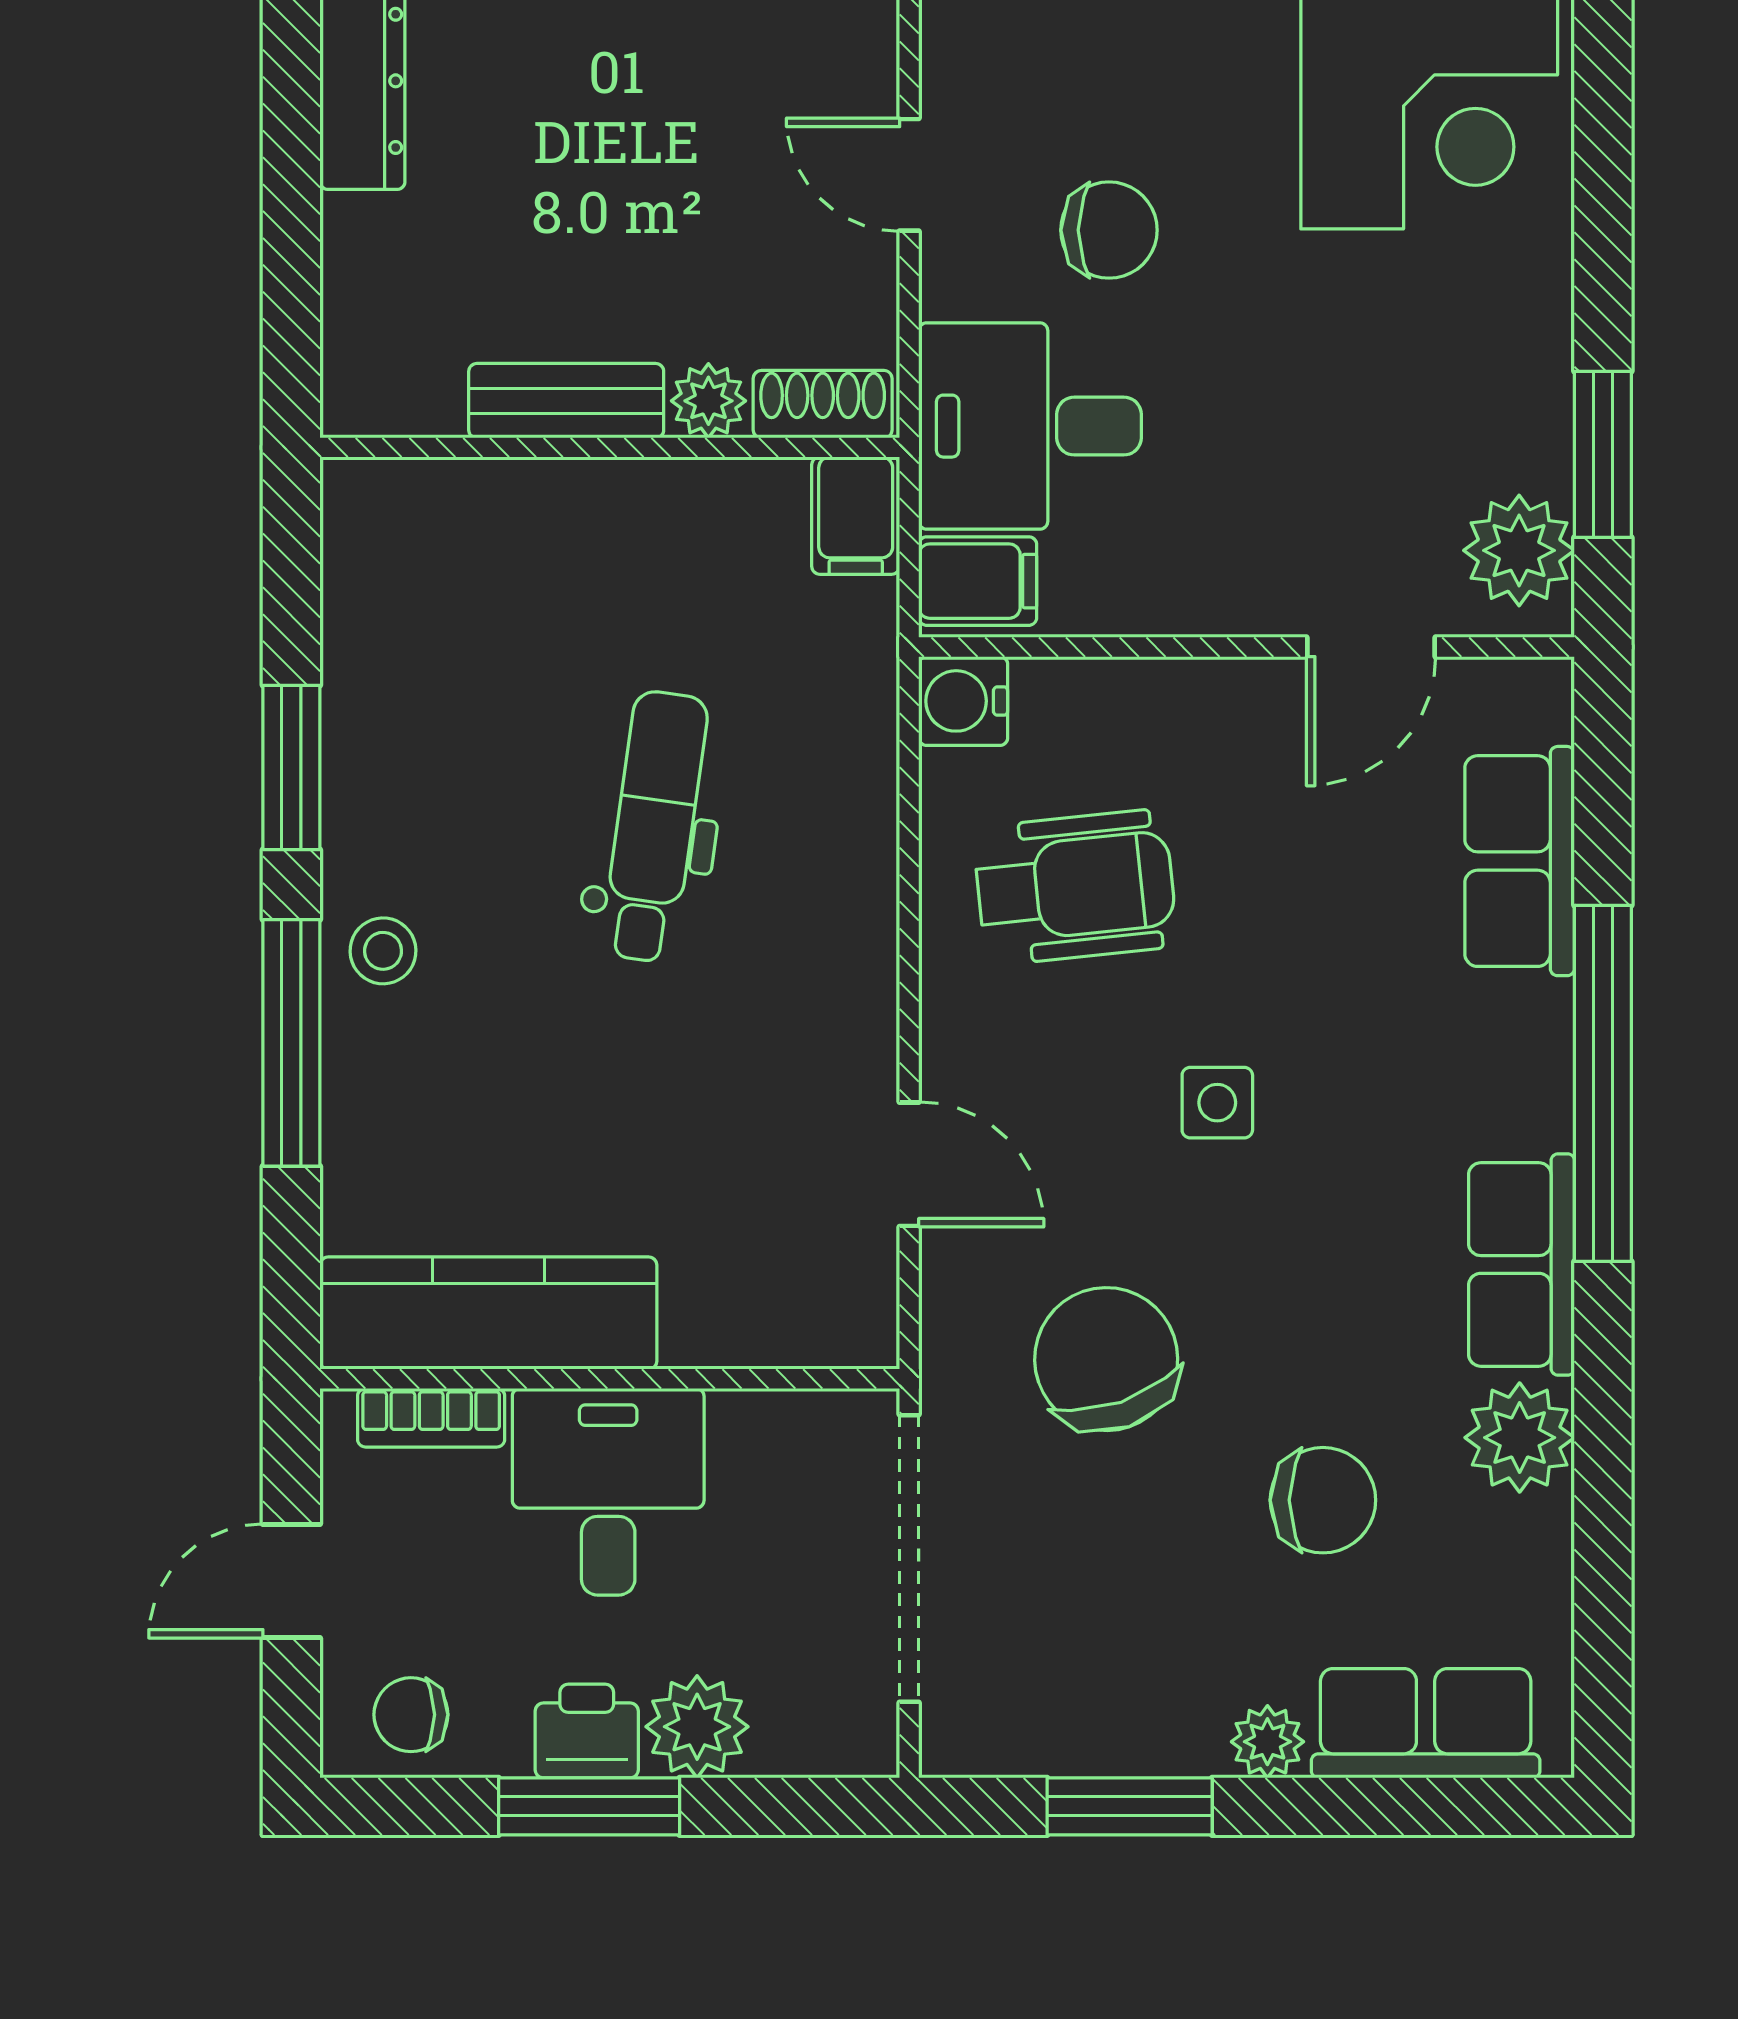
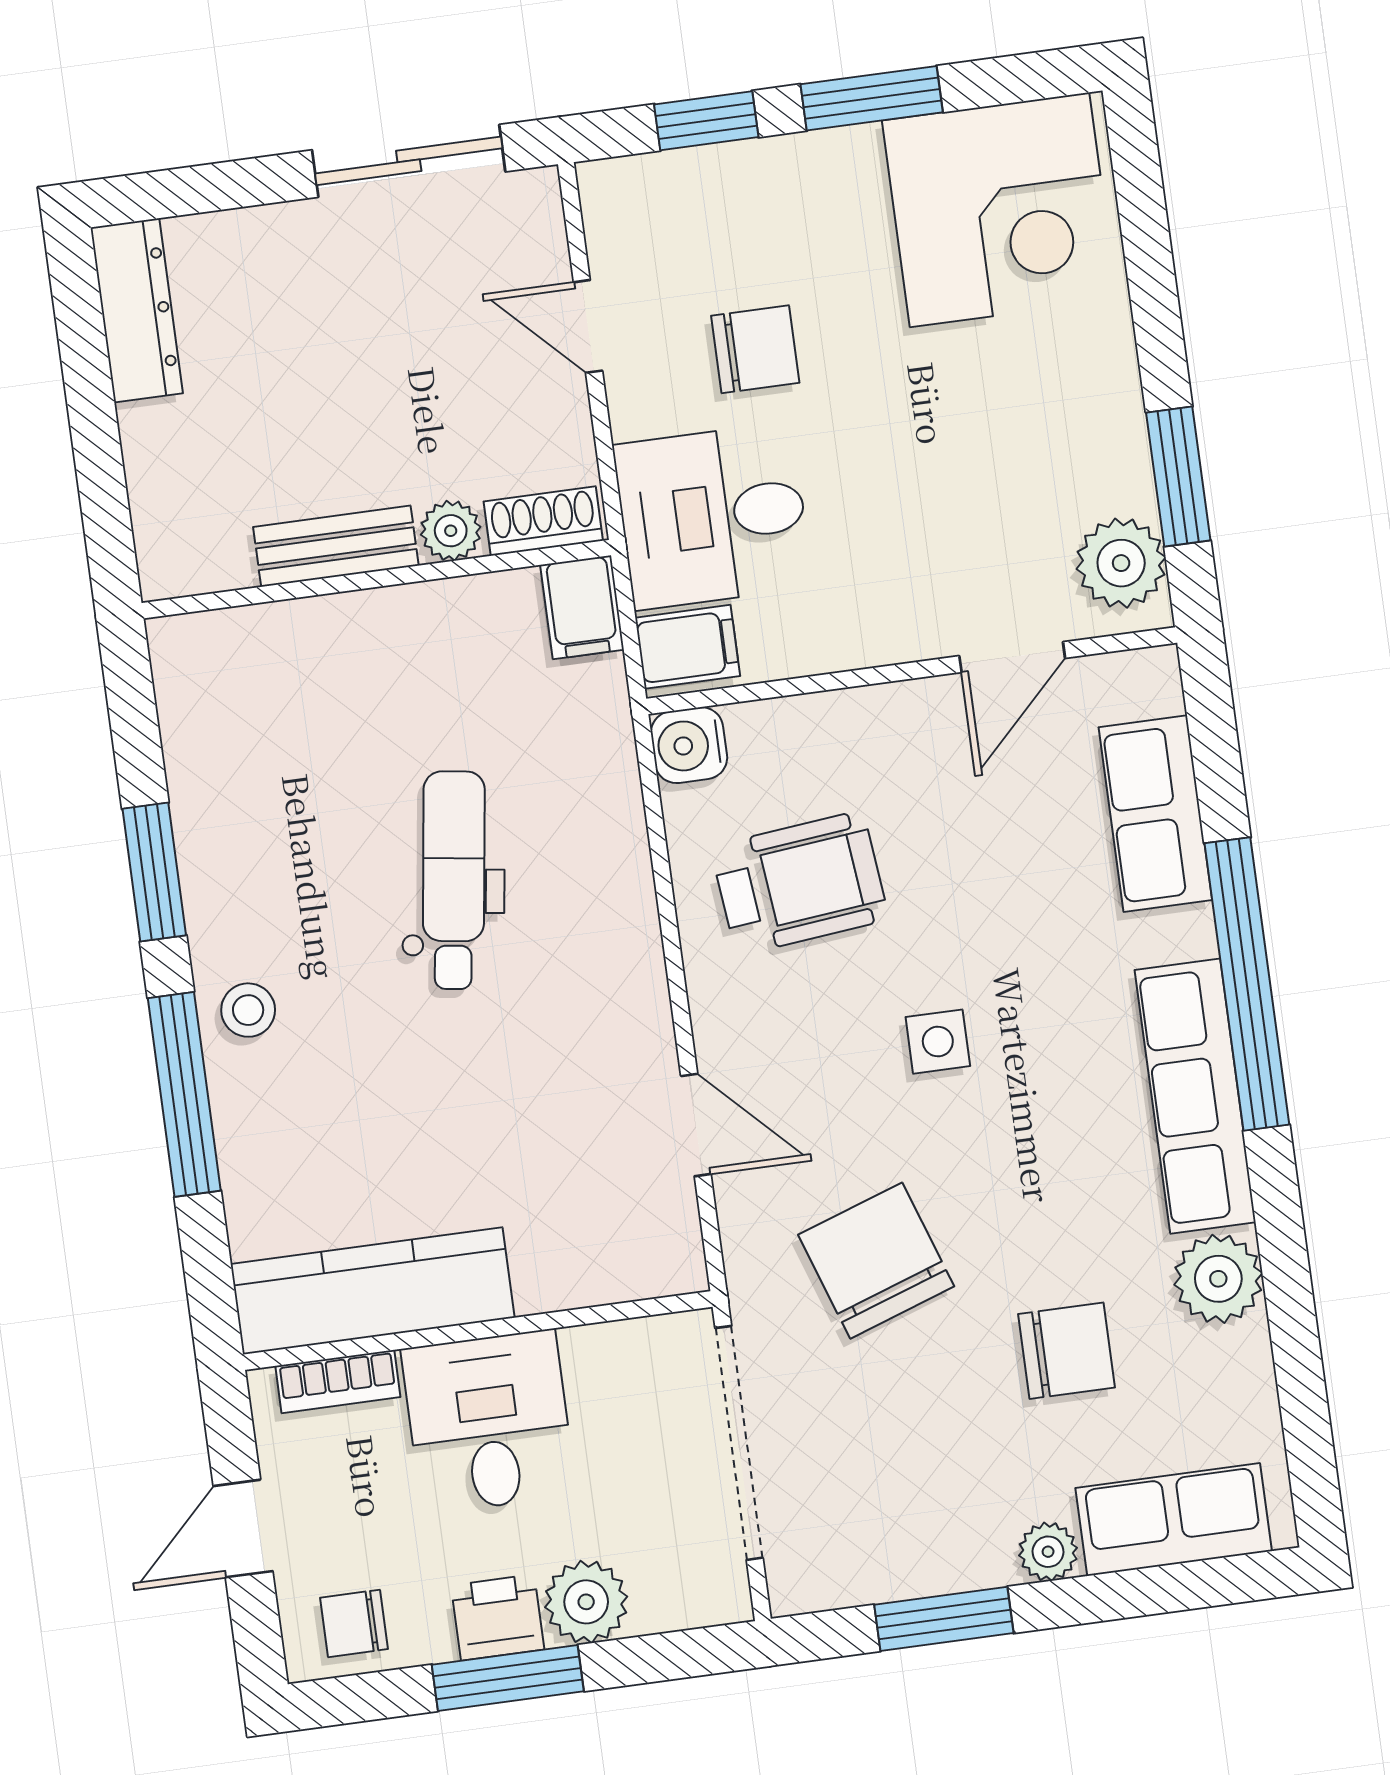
row of seats: (1521, 1264) -> (1195, 1096), width x1.48

